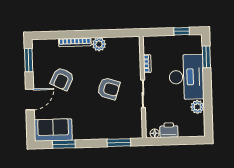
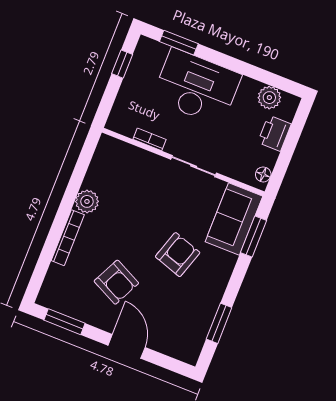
armchair: (109, 89) -> (178, 255), moved
plant: (197, 107) -> (269, 98), moved
sofa: (53, 130) -> (234, 219), moved
printer: (169, 130) -> (274, 133), moved

